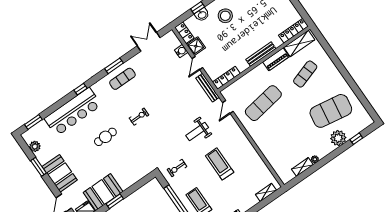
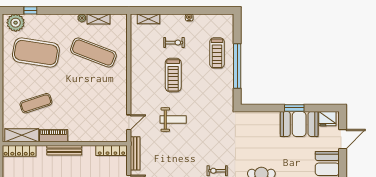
exercise mat: (263, 103) -> (93, 53), moved, turned 30
plant: (338, 138) -> (16, 23), moved
exercise bike: (177, 168) -> (174, 43), moved

